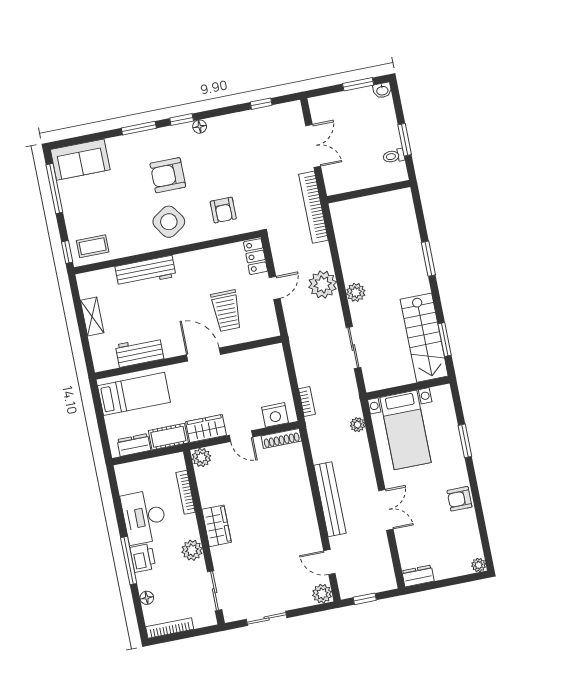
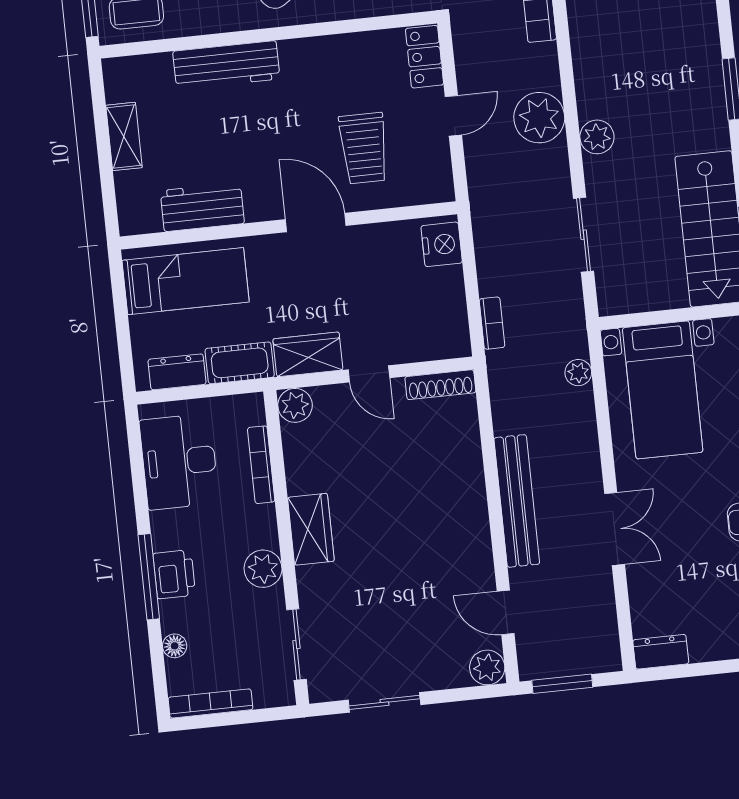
nightstand: (275, 415) -> (442, 244), moved, turned -90
desk: (144, 517) -> (179, 462), moved
window: (365, 599) -> (562, 684), width x1.50

